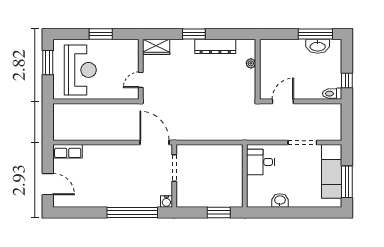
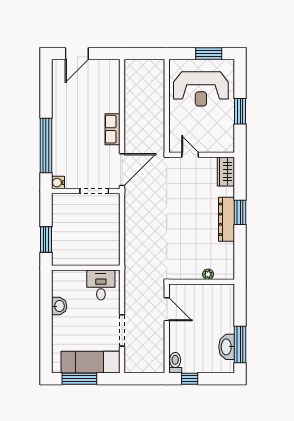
dresser: (215, 46) -> (227, 219), moved
row of seats: (68, 151) -> (113, 129), moved

